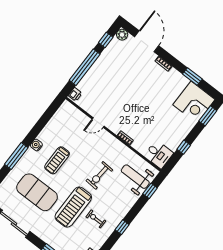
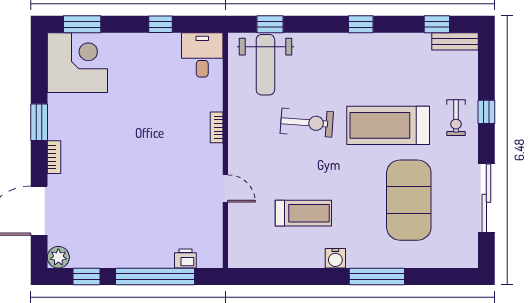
window: (192, 77) -> (39, 122), moved
printer: (75, 94) -> (185, 259), moved
treadmill: (57, 160) -> (303, 213), moved
treadmill: (73, 207) -> (388, 125), turned 180
exercise bike: (96, 219) -> (456, 118), moved

